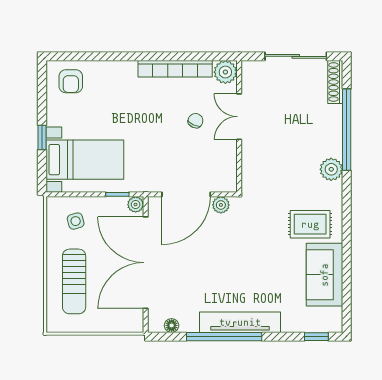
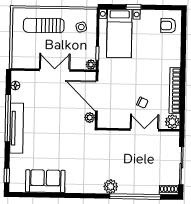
shoe rack: (335, 82) -> (169, 190), width x0.70
rug: (310, 224) -> (77, 173), removed
double door: (146, 263) -> (55, 70), width x0.54

